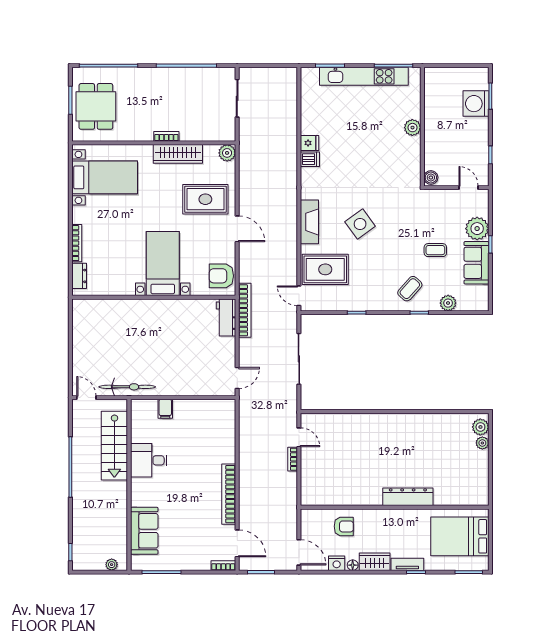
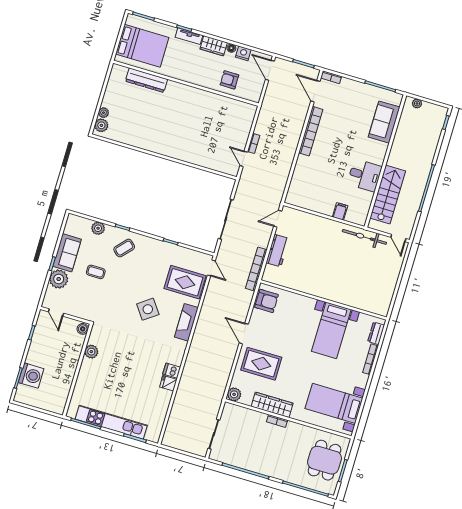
plant: (412, 128) -> (91, 352), moved
bed with nightstands: (163, 264) -> (331, 330), moved
workbench: (226, 317) -> (278, 251), moved
dresser: (408, 497) -> (146, 80), moved

